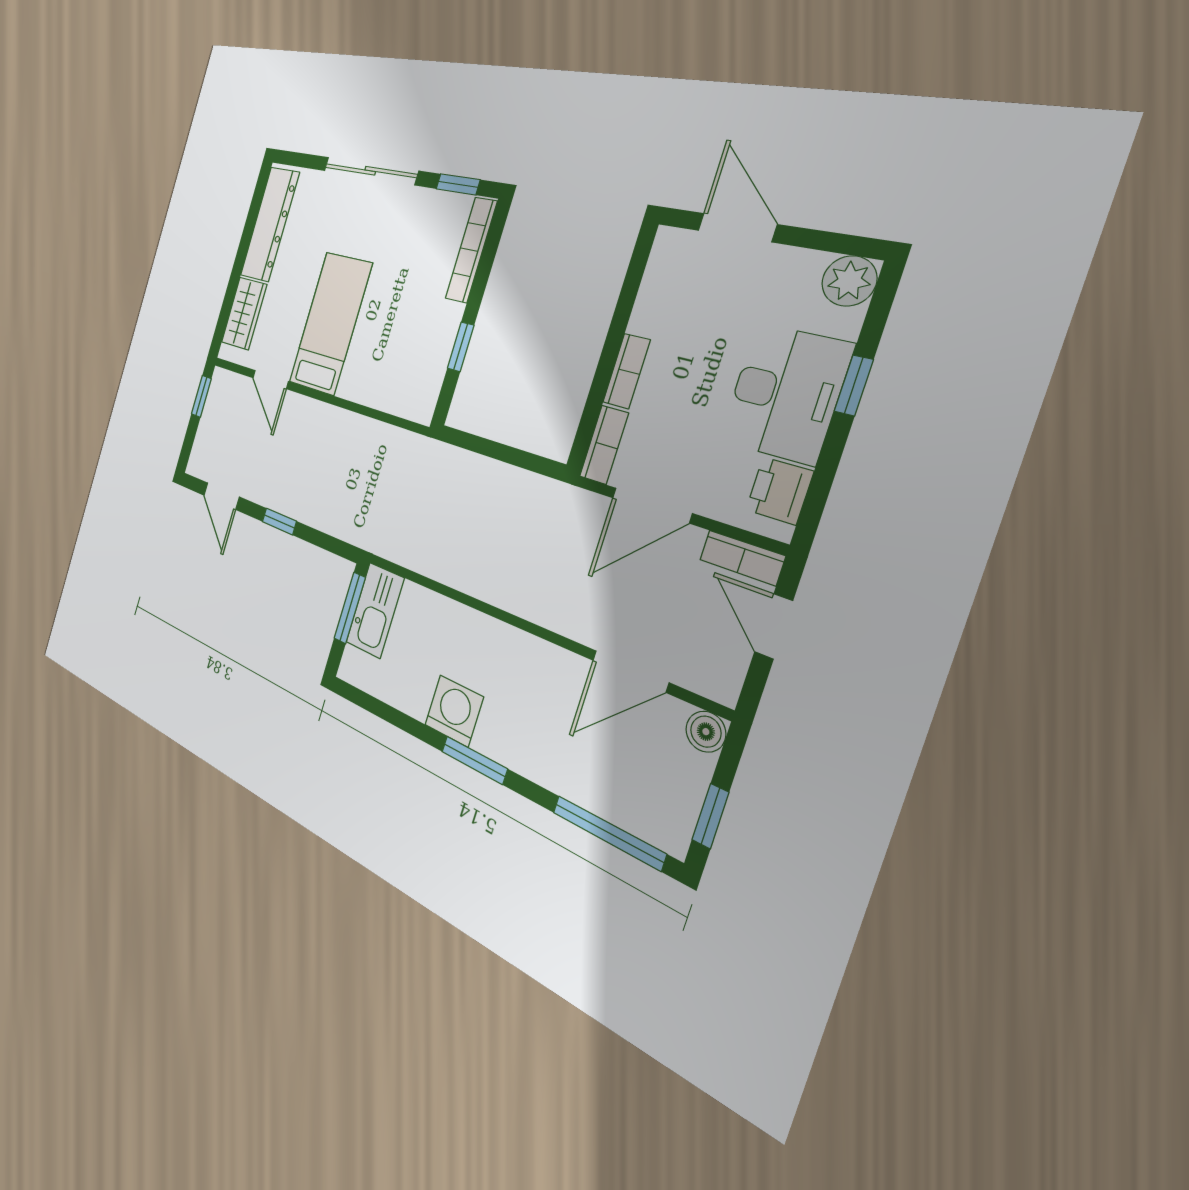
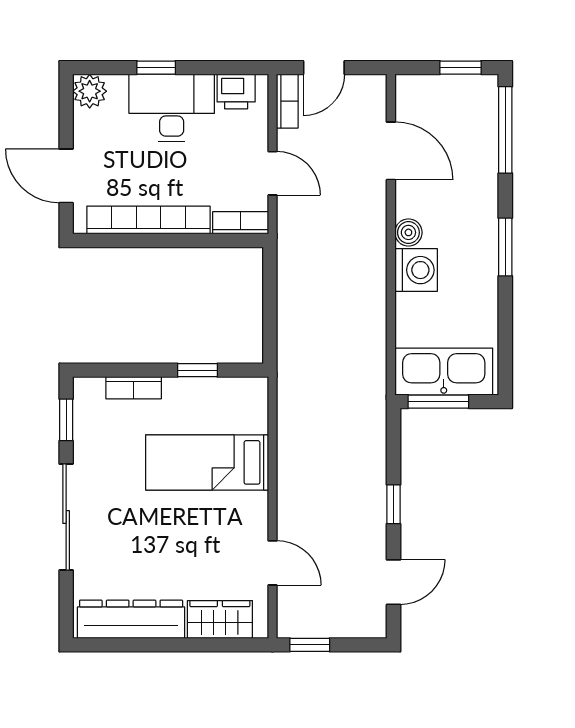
door: (737, 227) -> (66, 176), hinge flipped
bookcase: (471, 250) -> (134, 388), width x0.64
bed: (330, 323) -> (207, 462), moved
bookcase: (626, 371) -> (148, 220), width x2.31, depth x1.31
door: (271, 380) -> (273, 563), hinge flipped
door: (652, 505) -> (273, 173), width x0.73
kitchen sink: (375, 610) -> (444, 372), width x1.36, depth x1.24
washing machine: (454, 711) -> (416, 270), moved, turned 180
boiler: (706, 732) -> (408, 232), moved

